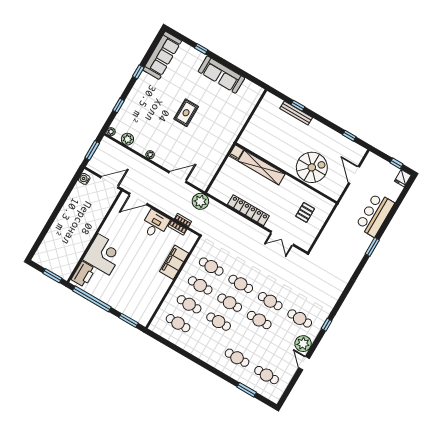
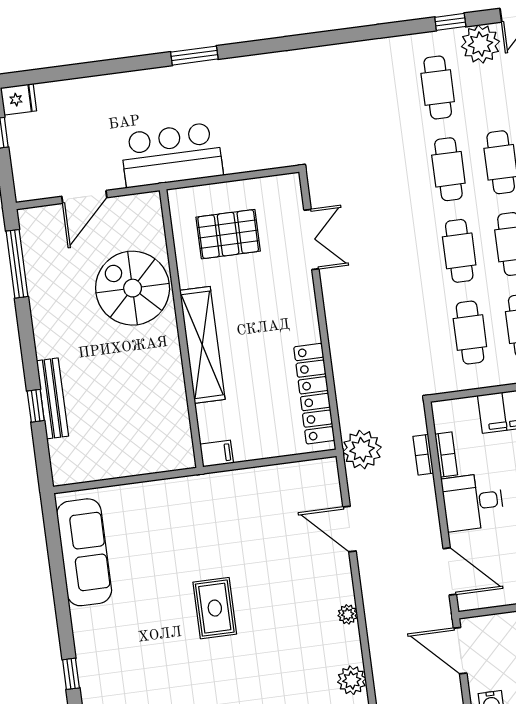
sofa: (221, 75) -> (84, 552), moved
rug: (186, 113) -> (215, 608), turned 90
window: (349, 136) -> (17, 264), width x2.17
shelving: (261, 168) -> (202, 345), moved
locker: (248, 210) -> (314, 394), moved
pallet: (305, 212) -> (228, 234), width x1.50, depth x1.42
bar counter: (375, 215) -> (171, 155), moved, turned 180
window: (327, 325) -> (450, 22), moved

